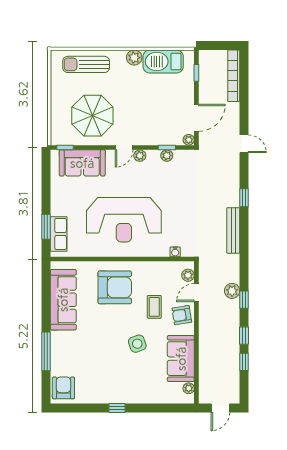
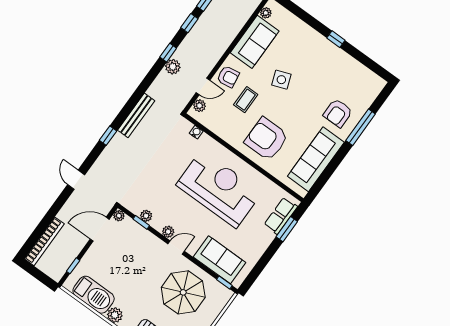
armchair: (63, 388) -> (338, 113), moved

